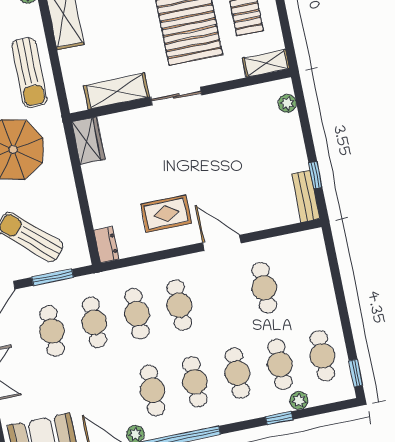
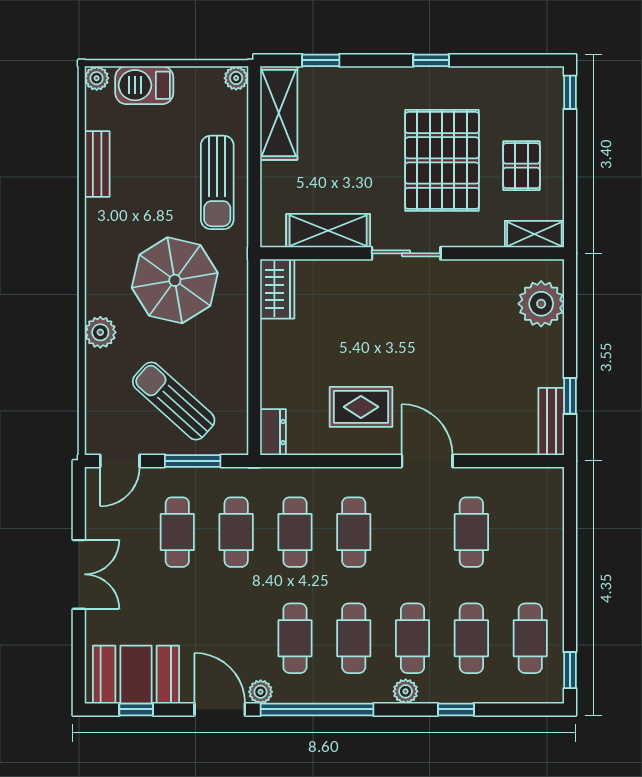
plant: (287, 103) -> (541, 304), width x1.88, depth x1.88
plant: (299, 401) -> (406, 691), moved

